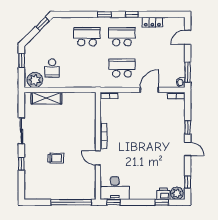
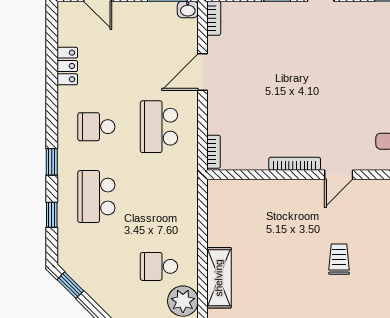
window: (132, 14) -> (52, 215), moved
school desk: (122, 37) -> (96, 127), width x0.54
school desk: (52, 68) -> (159, 266), turned 180
door: (149, 90) -> (203, 72), hinge flipped

